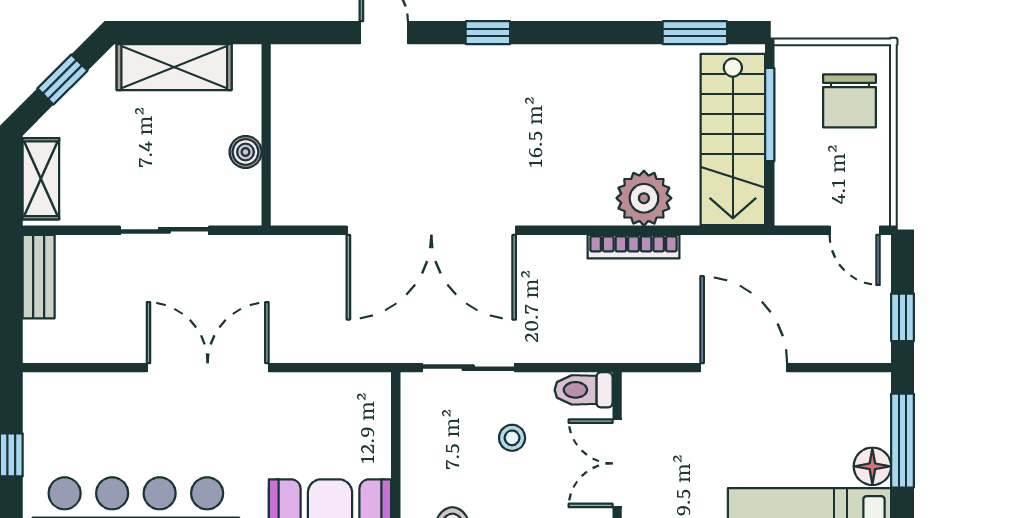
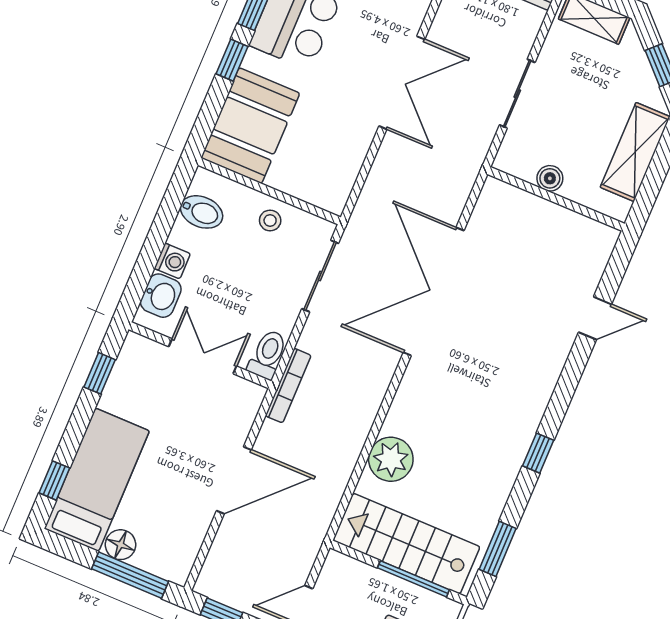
window: (488, 33) -> (538, 453), moved
bookcase: (633, 247) -> (288, 386), moved, turned 180
stool: (512, 438) -> (270, 220), moved

